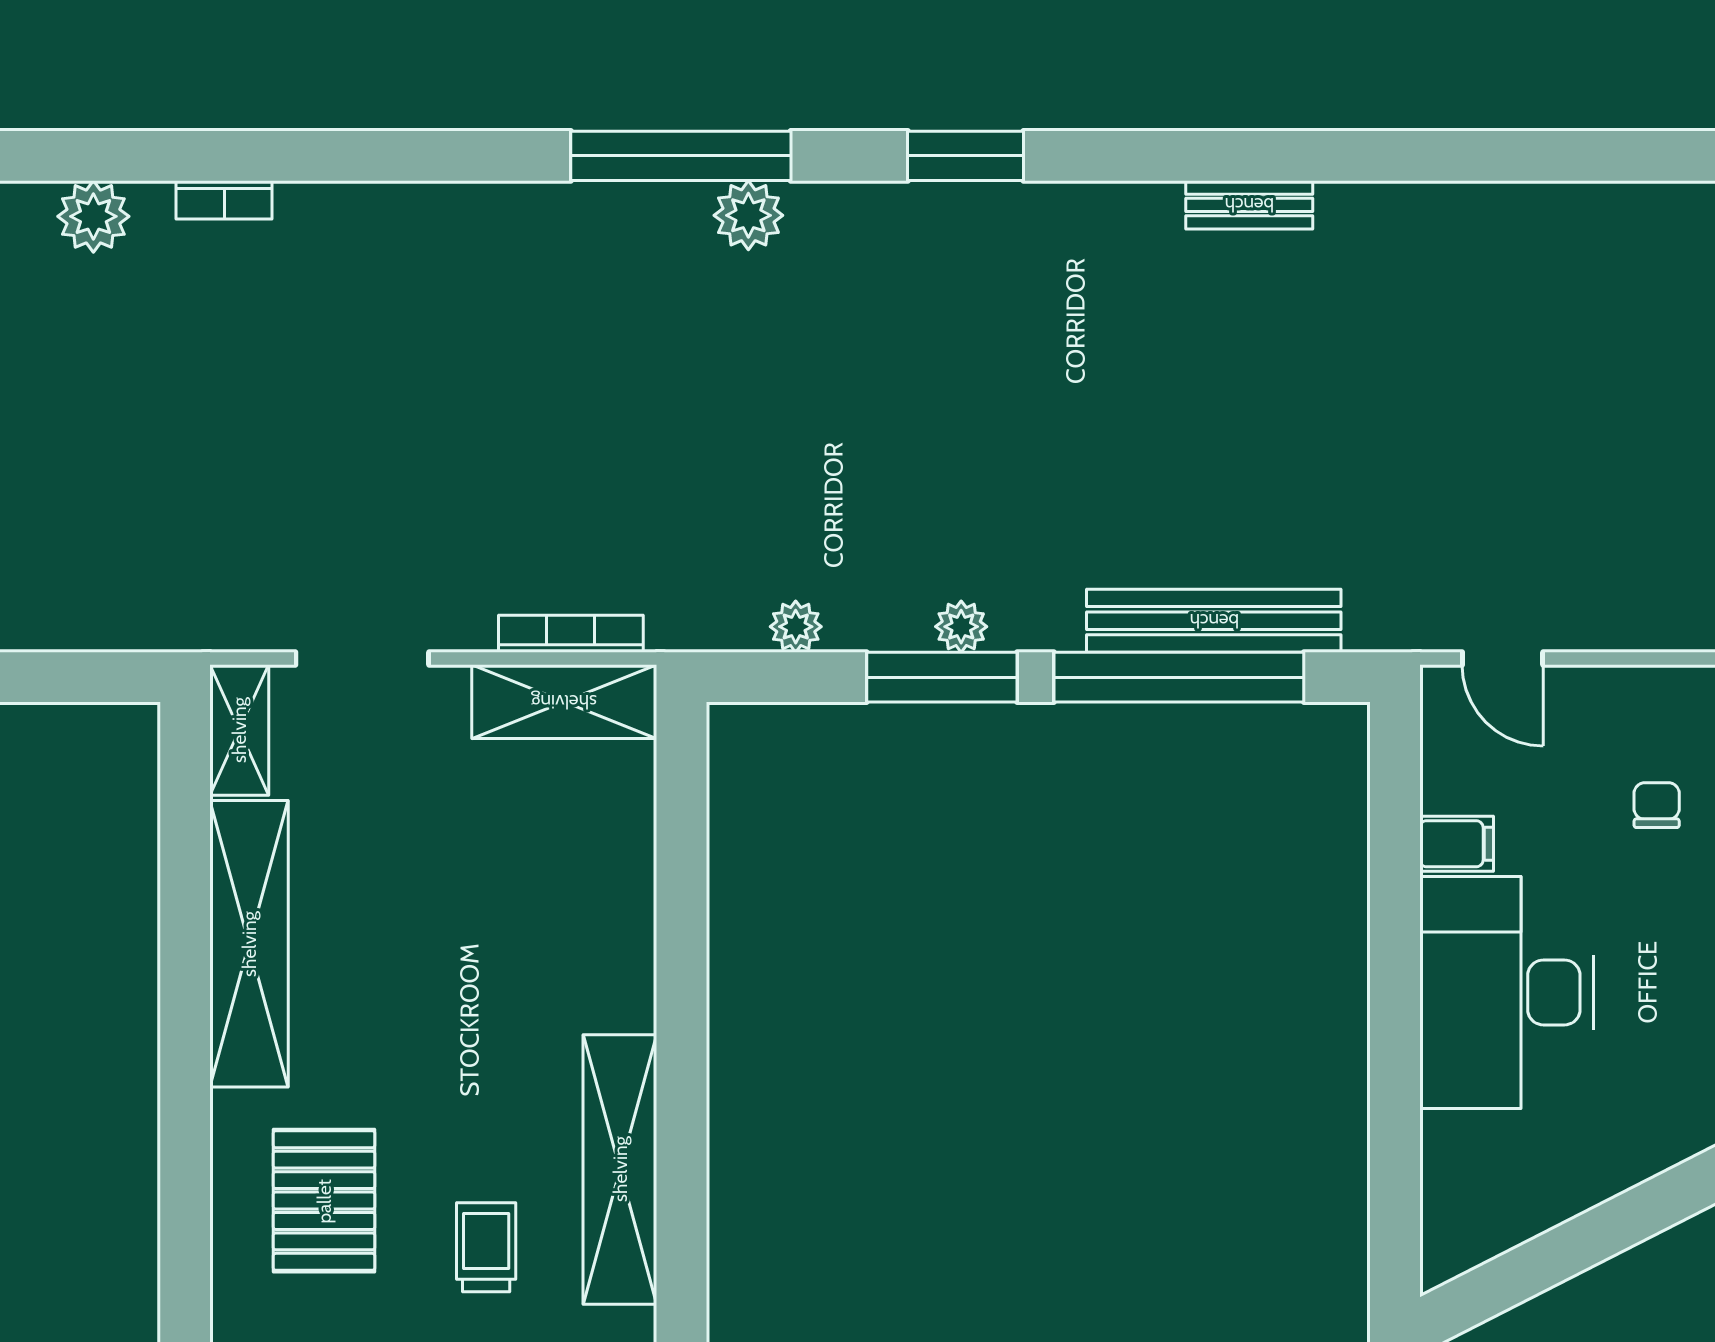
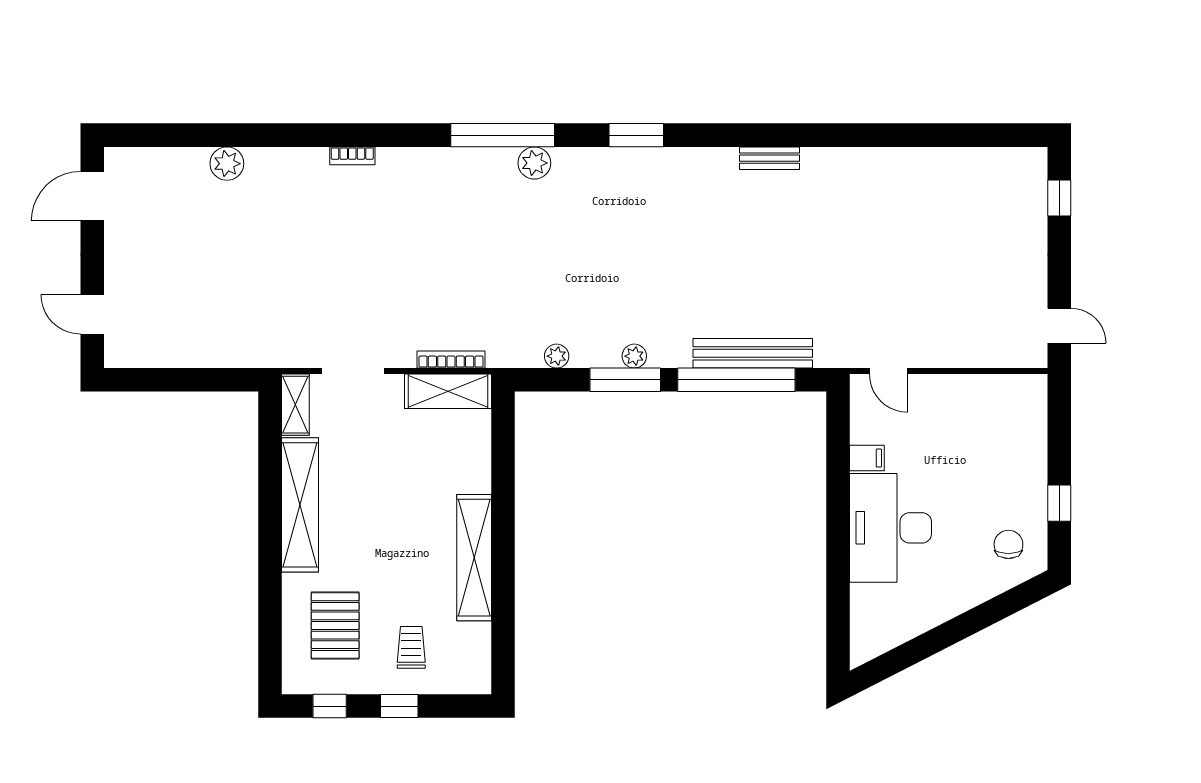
bookcase: (224, 200) -> (352, 156), moved
chair: (1657, 805) -> (961, 440), removed
shelving: (620, 1169) -> (474, 558), moved

